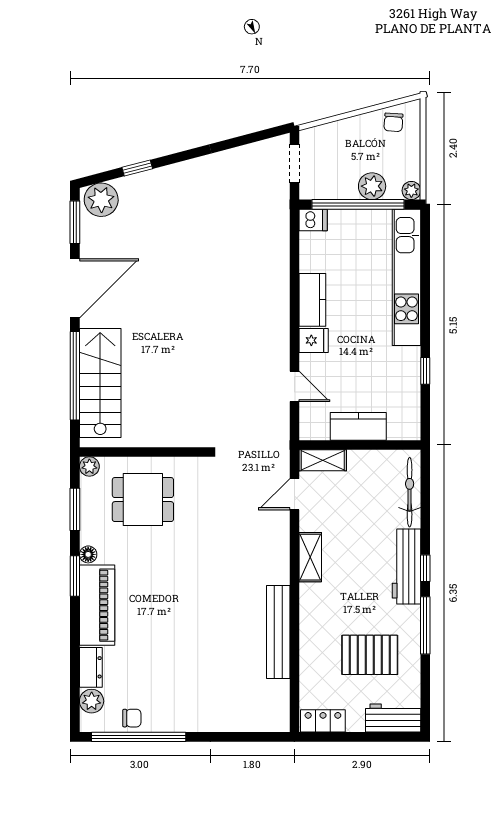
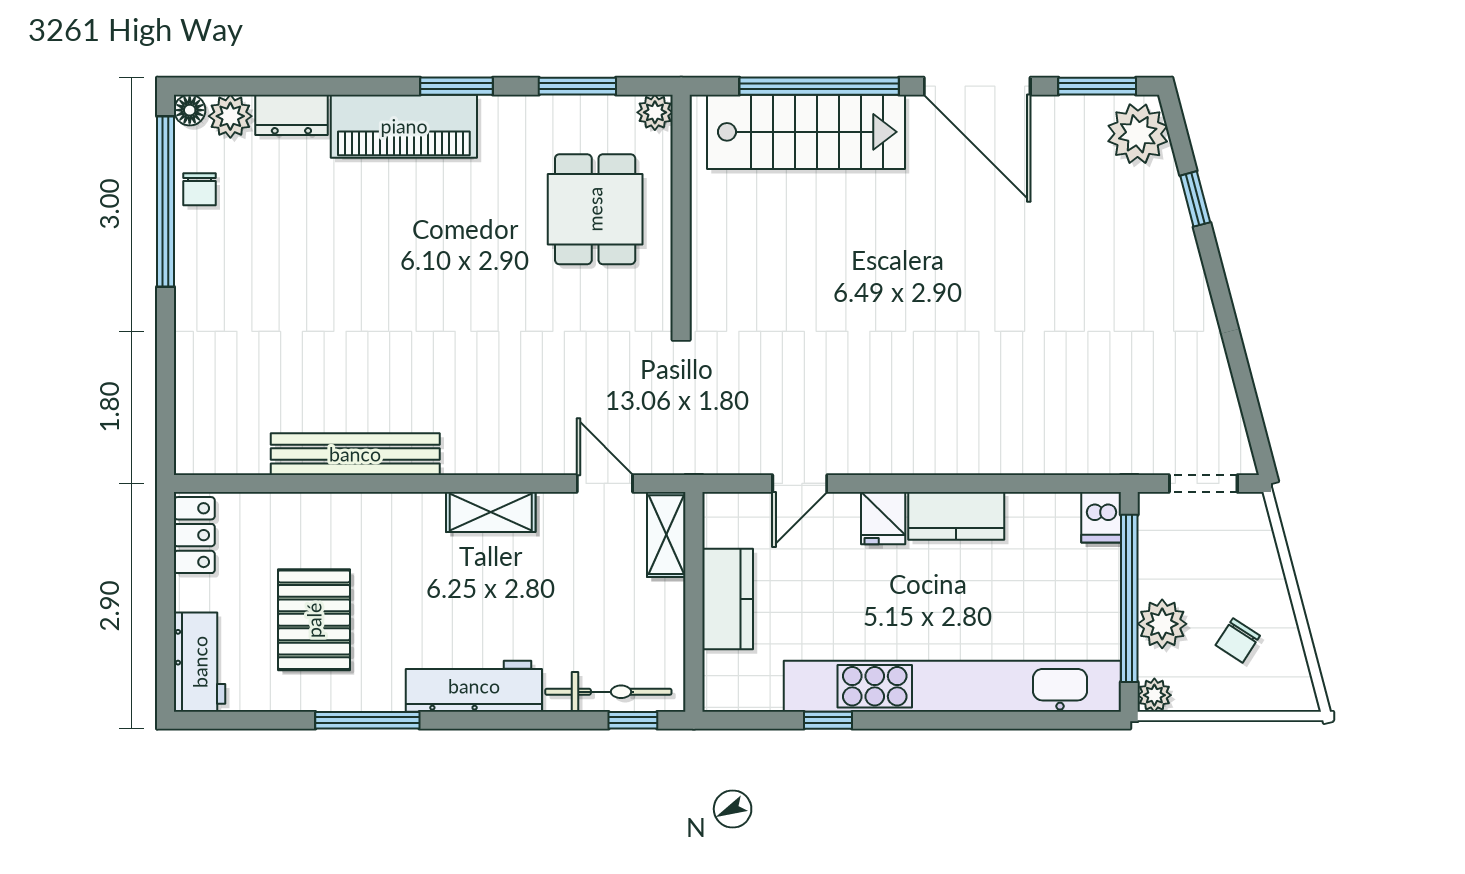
chair: (393, 122) -> (1238, 640), moved, turned -61
kitchen unit: (406, 277) -> (952, 686), width x1.36
floor lamp: (88, 554) -> (190, 110), moved
window: (425, 568) -> (633, 720), moved

